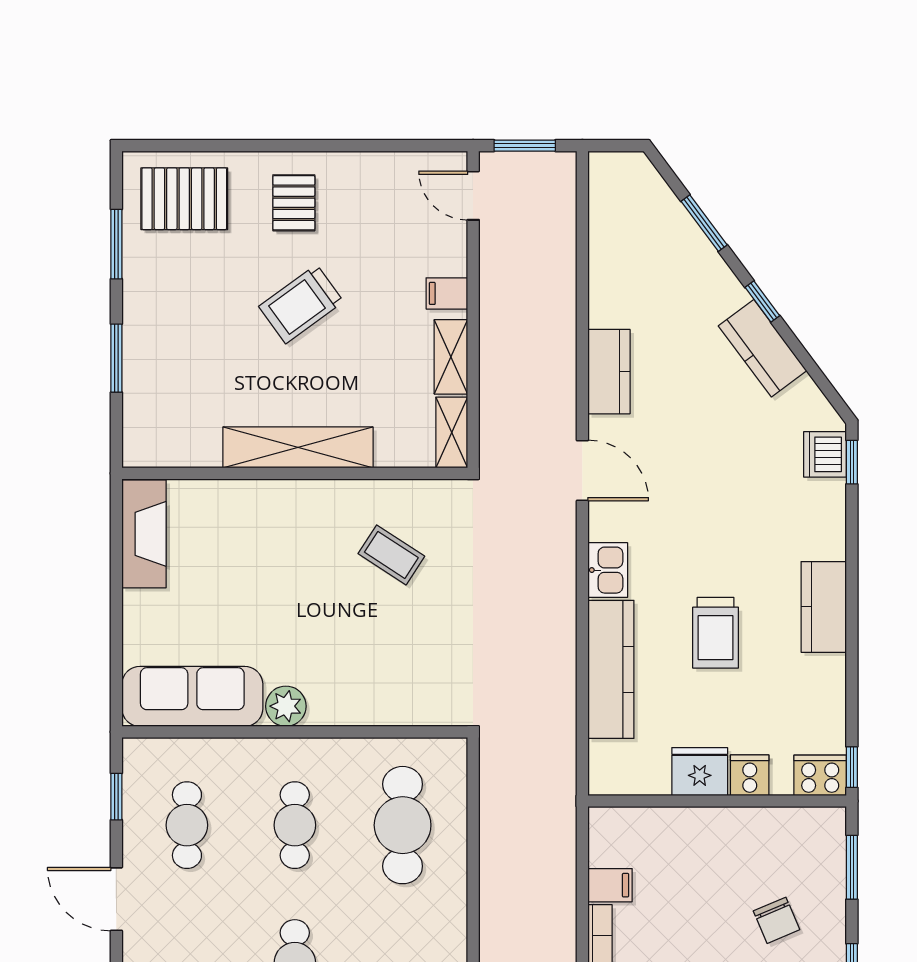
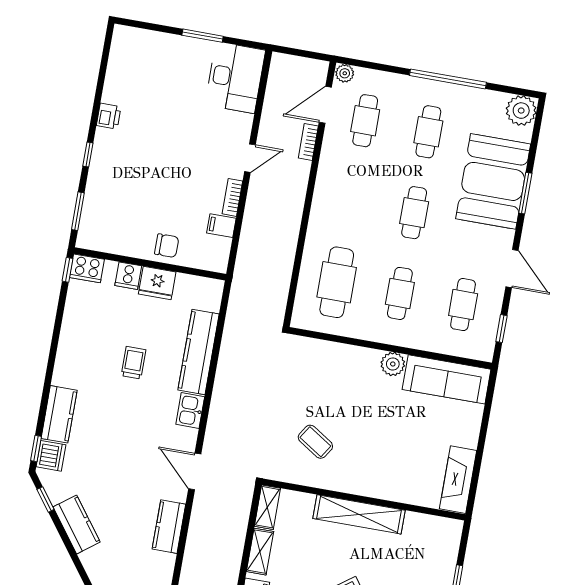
window: (762, 302) -> (46, 499), moved
kitchen counter: (824, 607) -> (59, 414), moved
trolley: (716, 633) -> (134, 363), width x0.73, depth x0.72
chair: (777, 920) -> (167, 246), moved, turned 113

